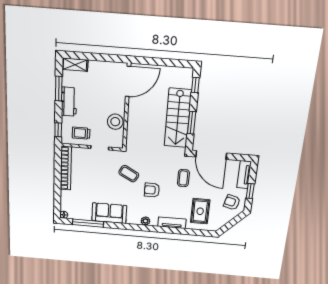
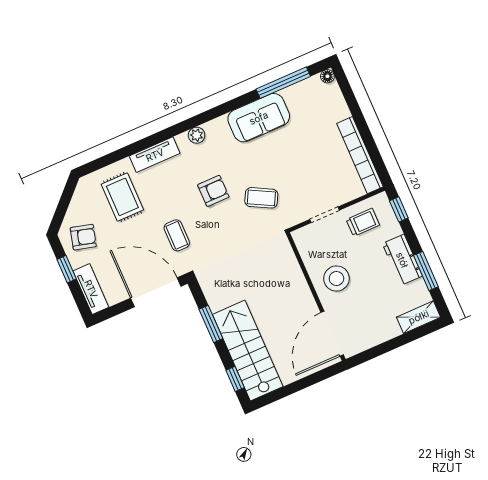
stairs: (178, 118) -> (248, 350), moved
stool: (115, 122) -> (336, 278), moved

